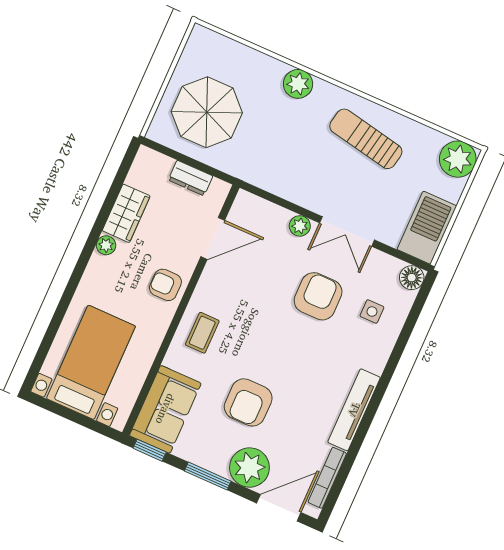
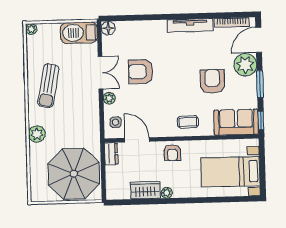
parasol: (207, 112) -> (74, 174), width x1.36, depth x1.36
plant: (458, 159) -> (31, 29), width x0.53, depth x0.53
dresser: (190, 178) -> (111, 154), moved
side table: (372, 312) -> (116, 122), moved
armchair: (248, 402) -> (212, 81), turned -90
door: (279, 508) -> (259, 40), hinge flipped

